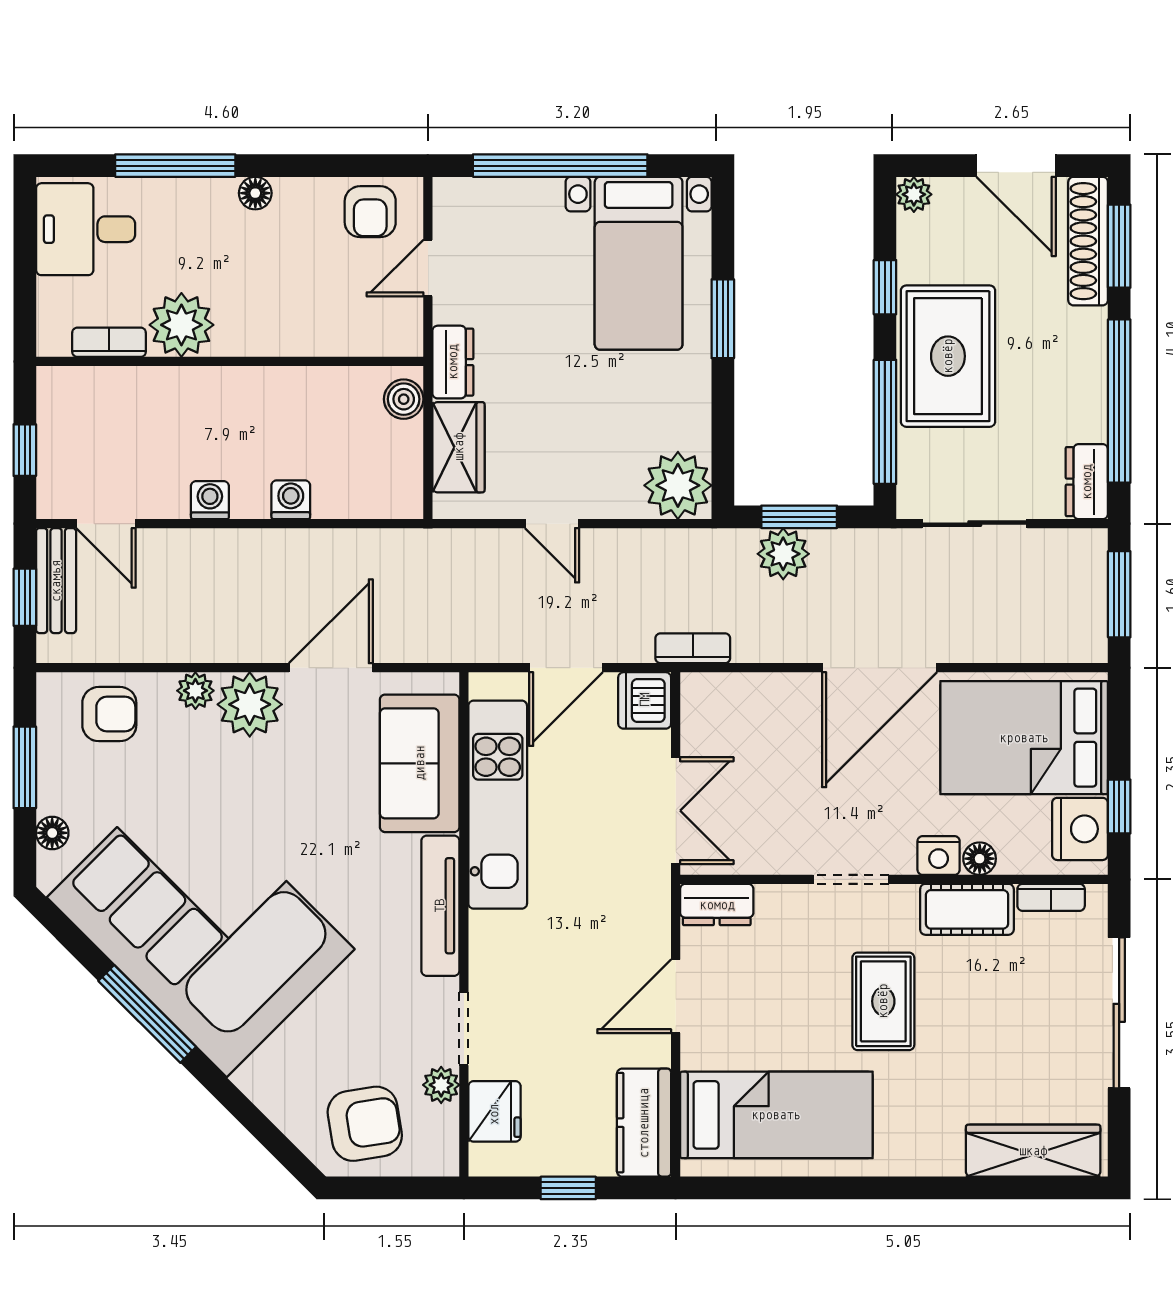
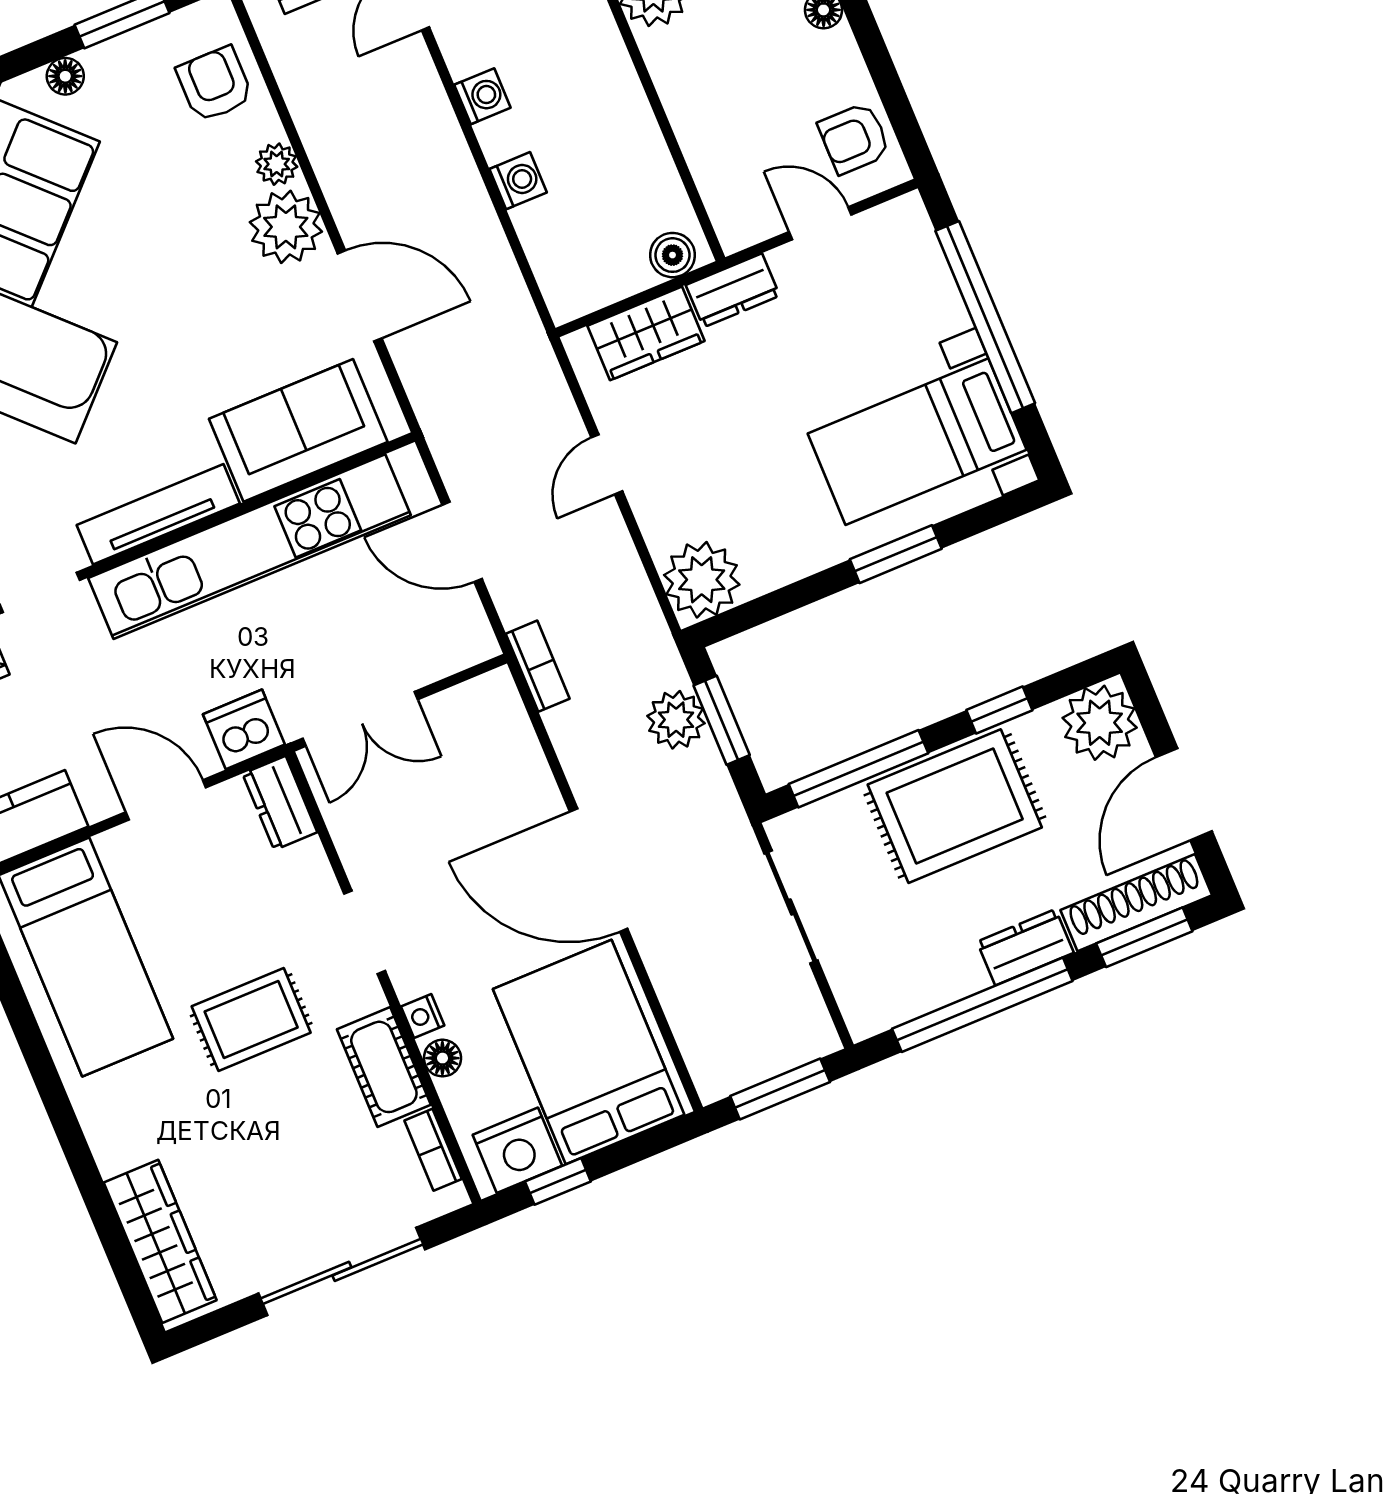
plant: (914, 194) -> (1100, 723), width x1.87, depth x1.87
dresser: (1087, 482) -> (1025, 947), moved
dishwasher: (645, 700) -> (244, 729), moved
armchair: (109, 714) -> (215, 84), turned 180
kitchen unit: (498, 805) -> (249, 547), width x1.36
nightstand: (939, 855) -> (423, 1016), width x0.72, depth x0.74

